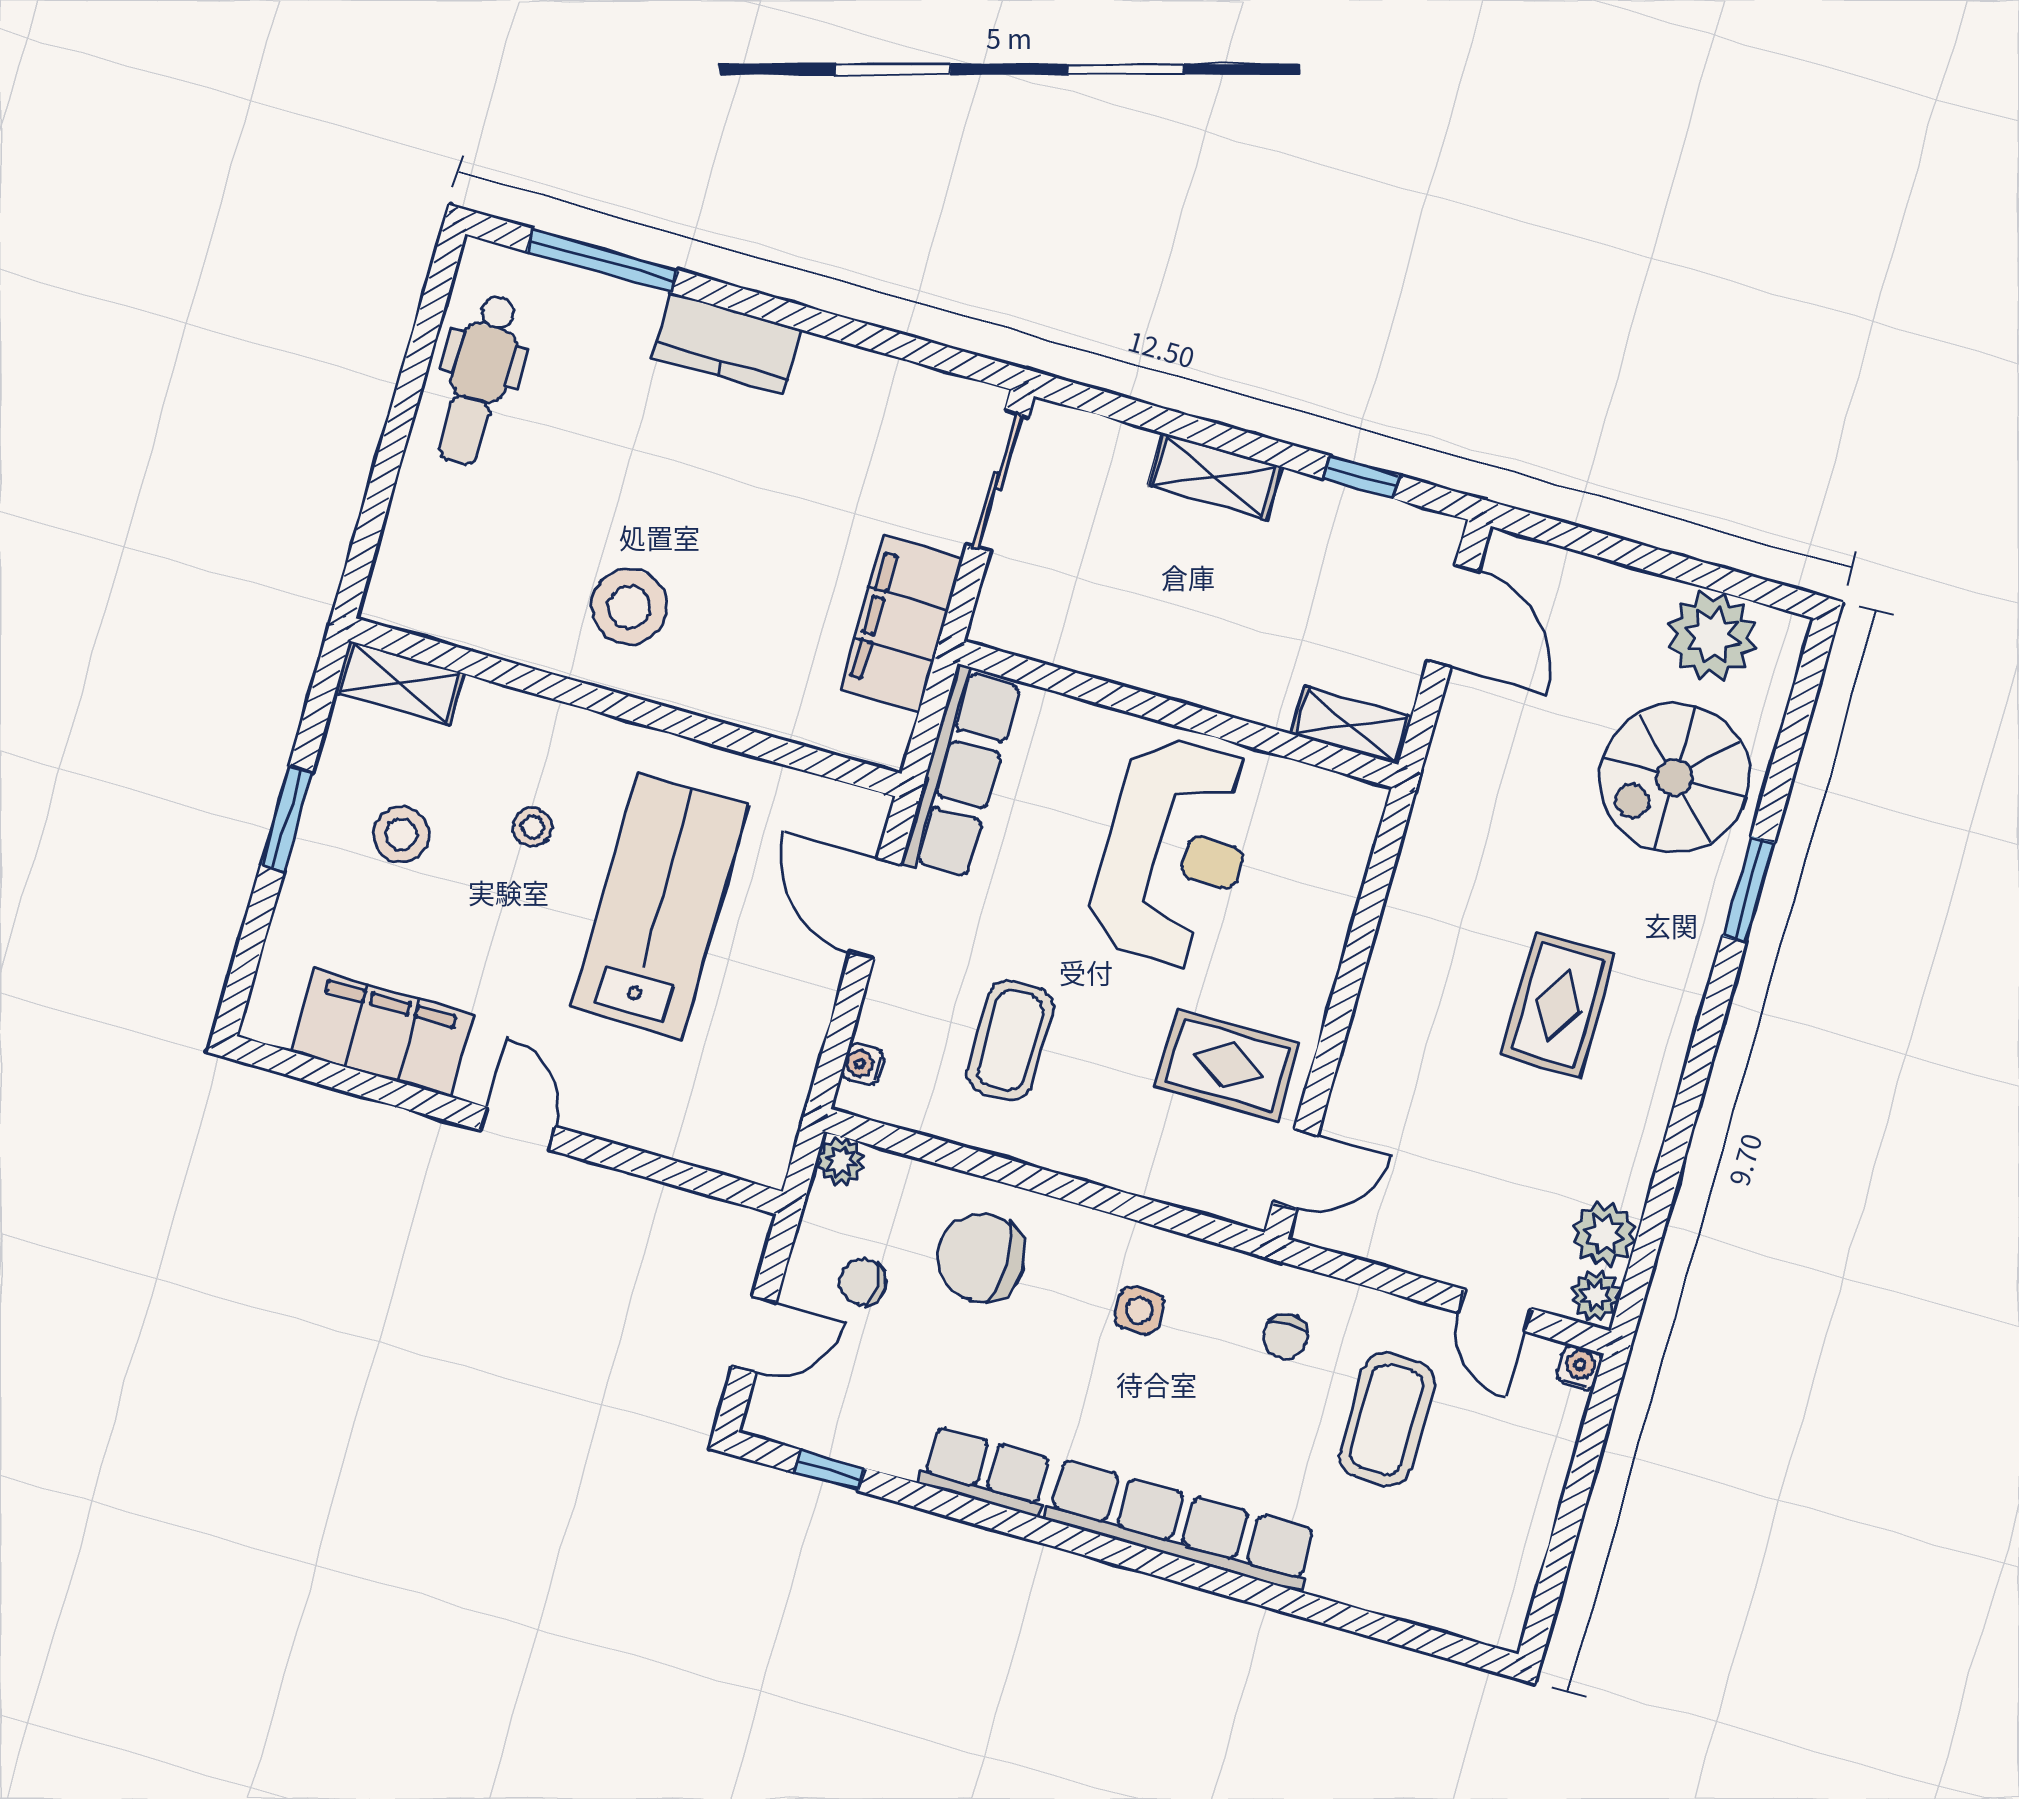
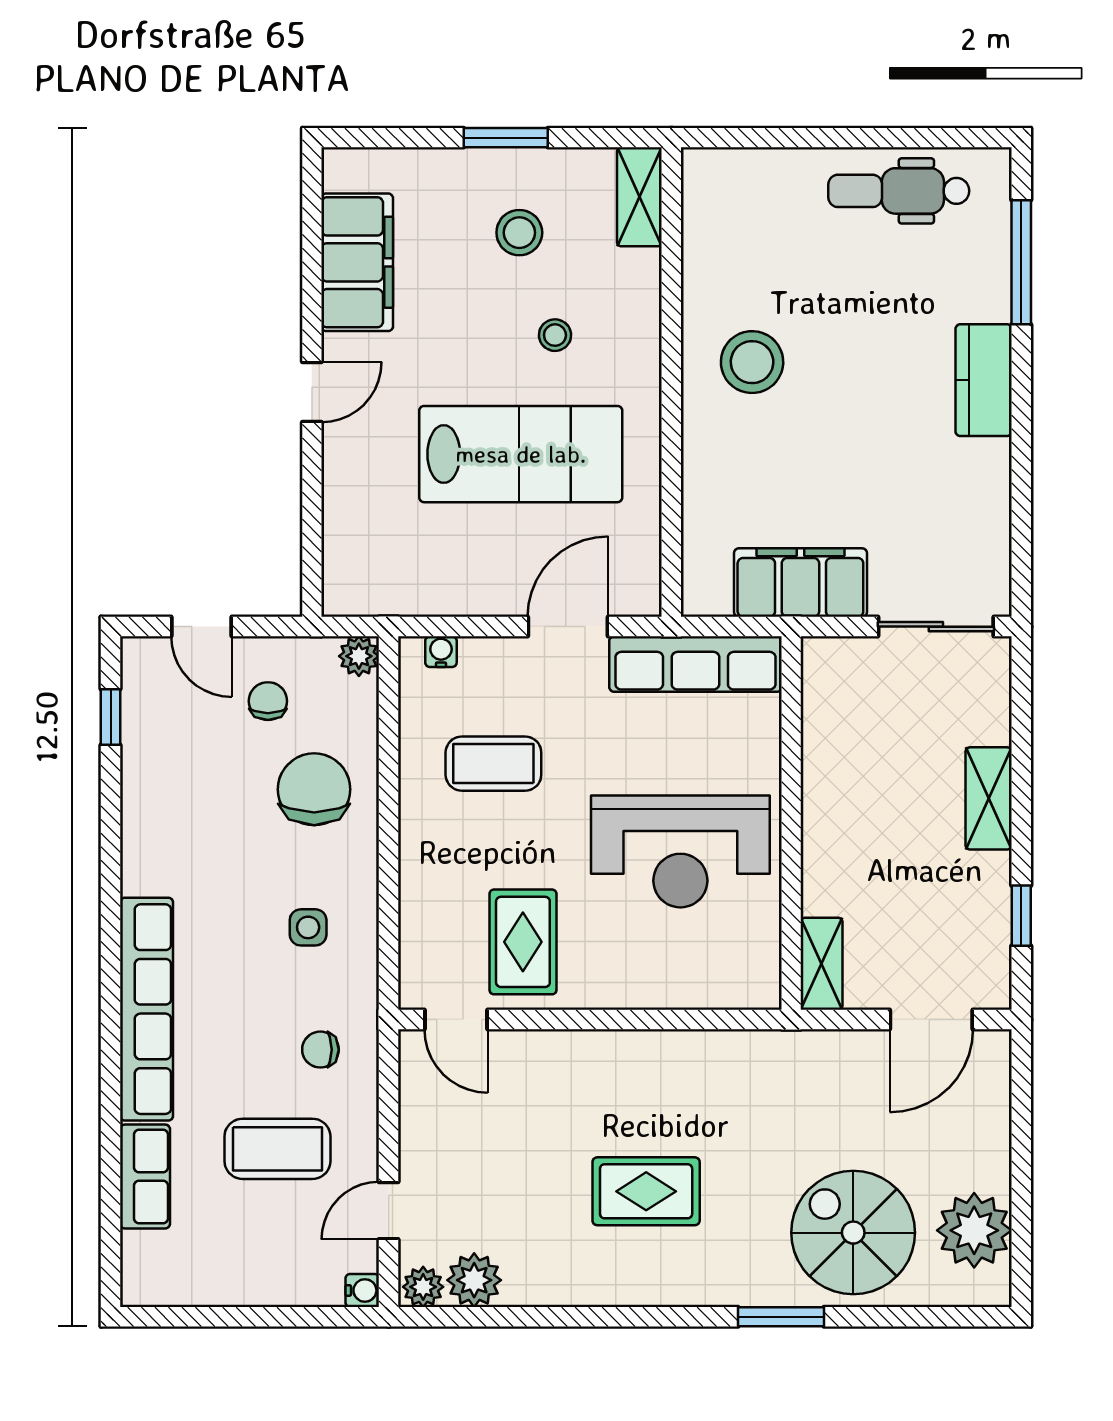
row of seats: (986, 1471) -> (145, 1176), moved

